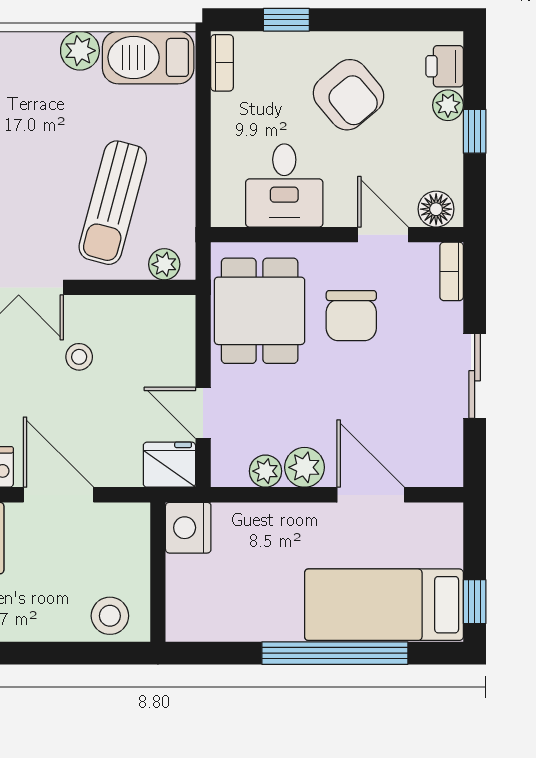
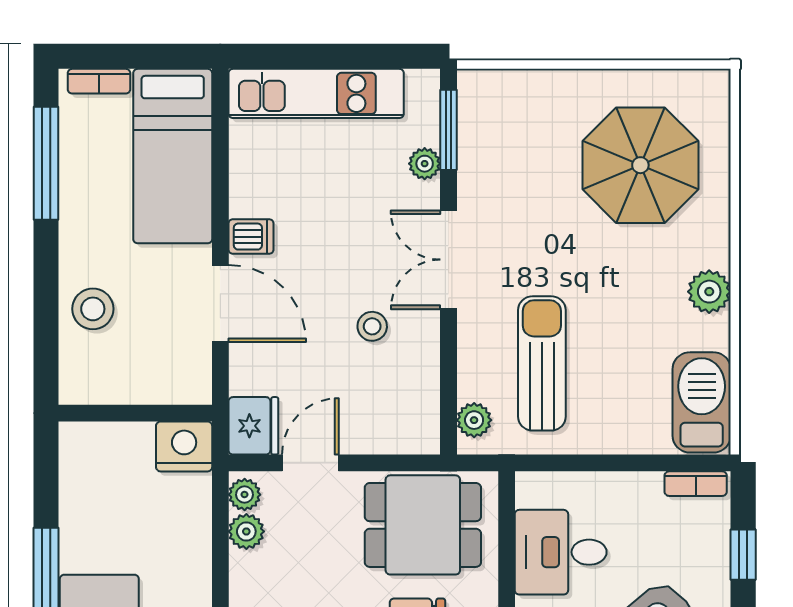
plant: (80, 51) -> (709, 292), moved
sun lounger: (113, 203) -> (542, 363), turned 75
plant: (304, 467) -> (245, 495), moved, width x0.73, depth x0.73
door: (58, 495) -> (220, 304), hinge flipped
stool: (110, 616) -> (93, 309), moved

